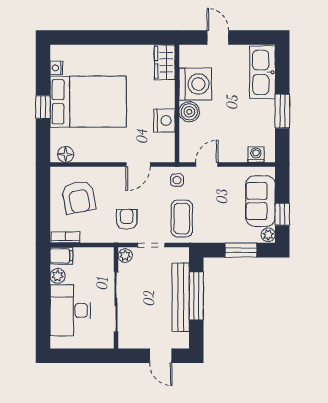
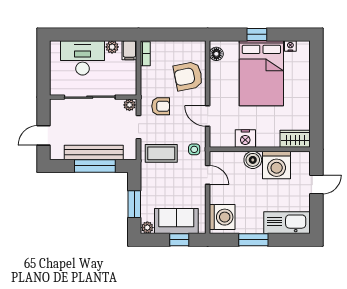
washing machine: (256, 154) -> (222, 217), width x1.89, depth x1.89
armchair: (79, 197) -> (188, 76), moved
window: (282, 214) -> (179, 240), moved

